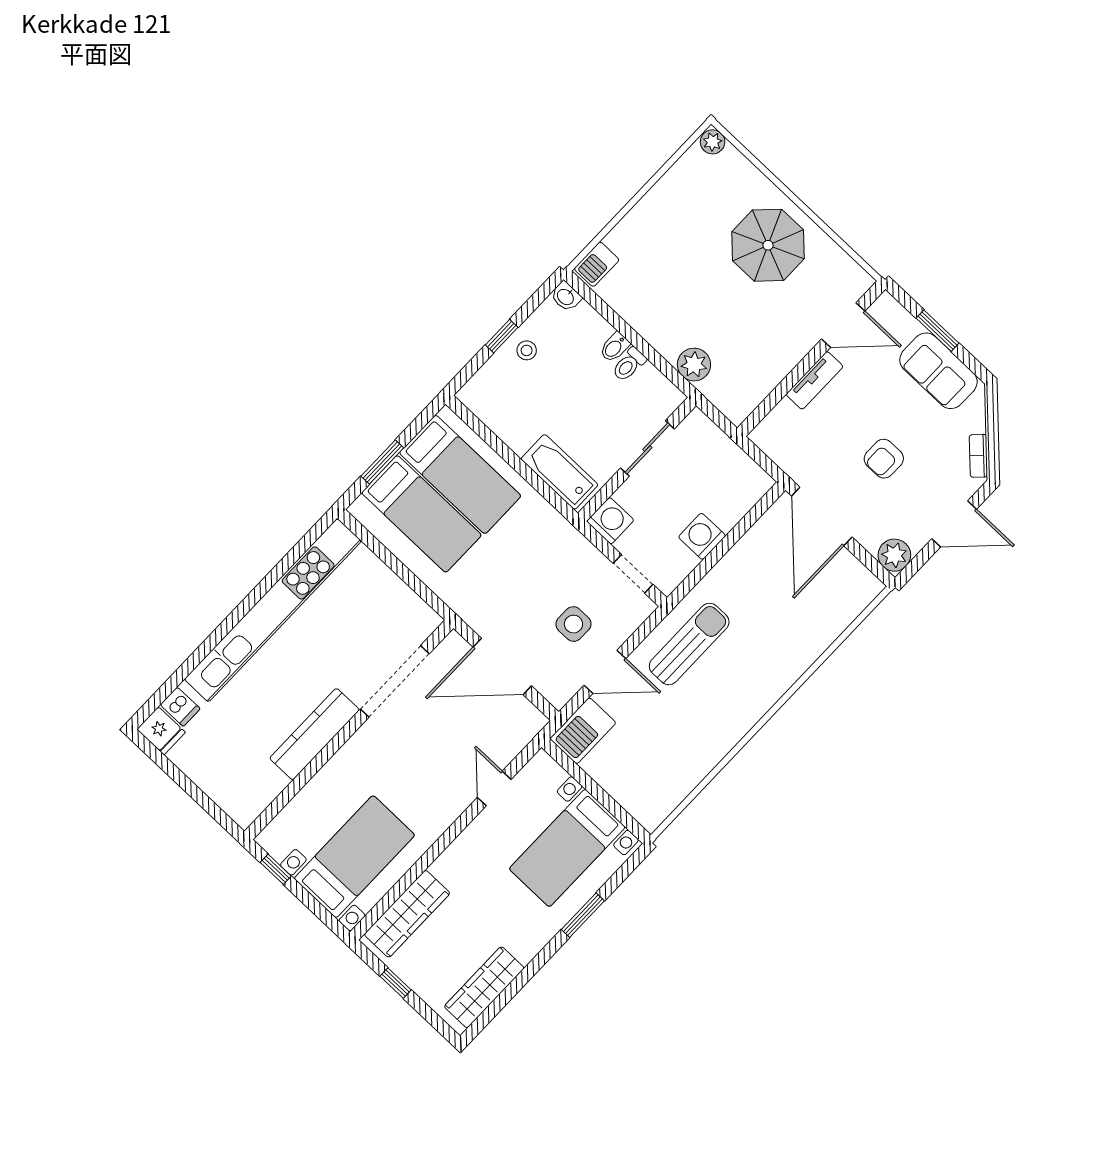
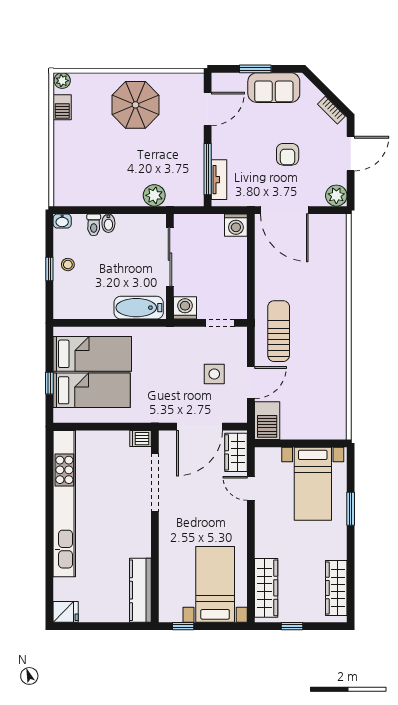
barbecue: (597, 264) -> (62, 107), moved
toilet: (629, 365) -> (94, 225), moved
tv unit: (815, 380) -> (219, 180), moved
window: (780, 391) -> (208, 169), added
sliding door: (647, 448) -> (170, 257), width x1.37
window: (382, 462) -> (49, 383), width x0.67
washing machine: (702, 536) -> (236, 225), moved, turned -90
dishwasher: (180, 707) -> (141, 439), moved, turned 180
wardrobe: (516, 733) -> (236, 452), added
kitchen counter: (314, 734) -> (140, 590), moved

